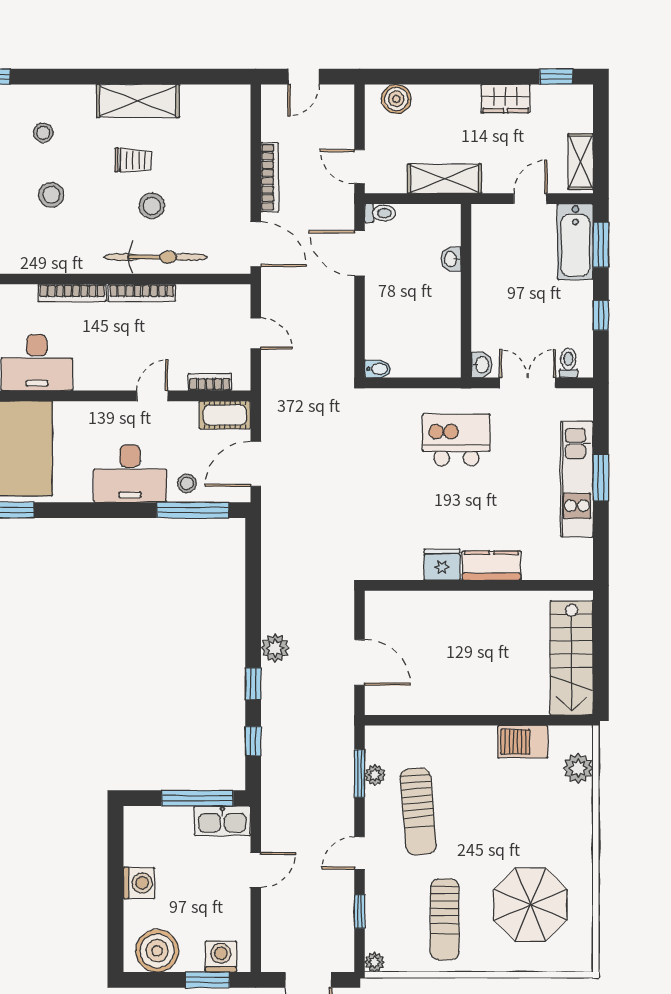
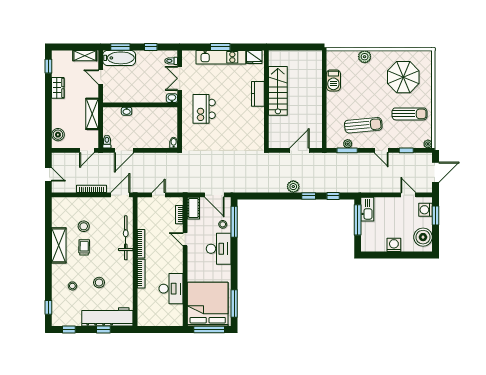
stool: (152, 206) -> (84, 226), moved
fridge: (442, 565) -> (254, 57), moved, turned -90
stairs: (572, 658) -> (278, 91), moved, turned -90
plant: (578, 768) -> (365, 57), moved
door: (256, 870) -> (408, 195), moved

